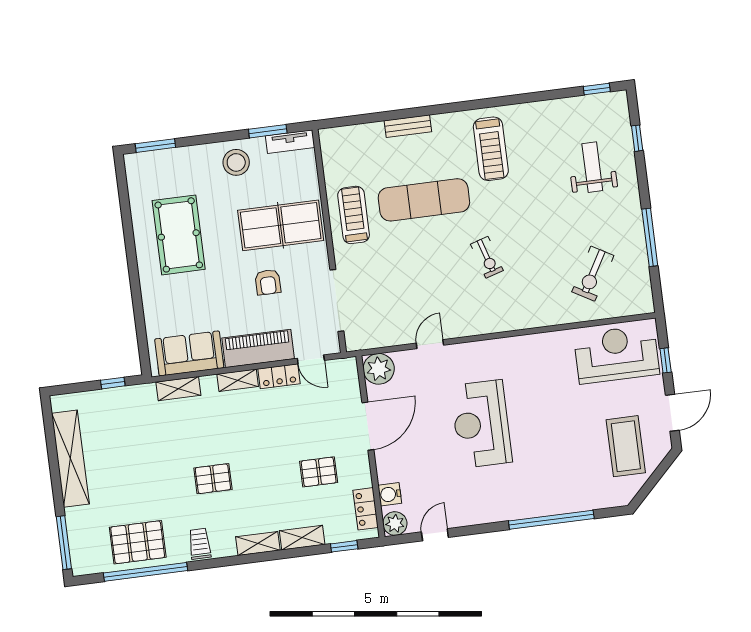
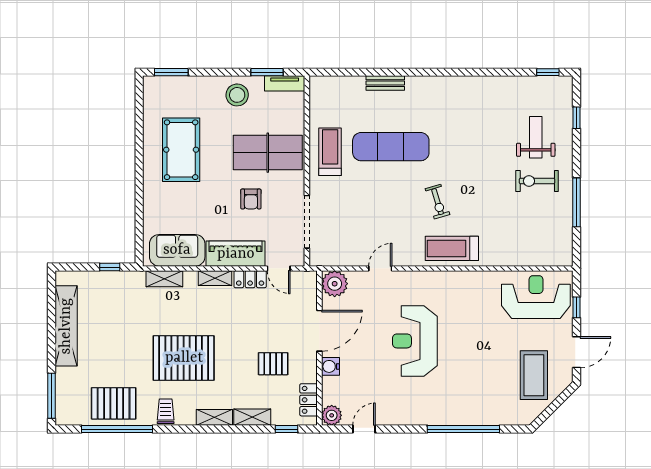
treadmill: (491, 149) -> (452, 248), moved, turned 90
exercise bike: (593, 274) -> (537, 181), moved, turned 60
pallet: (213, 479) -> (184, 358), width x2.05, depth x2.00
water cooler: (390, 494) -> (331, 366), moved

